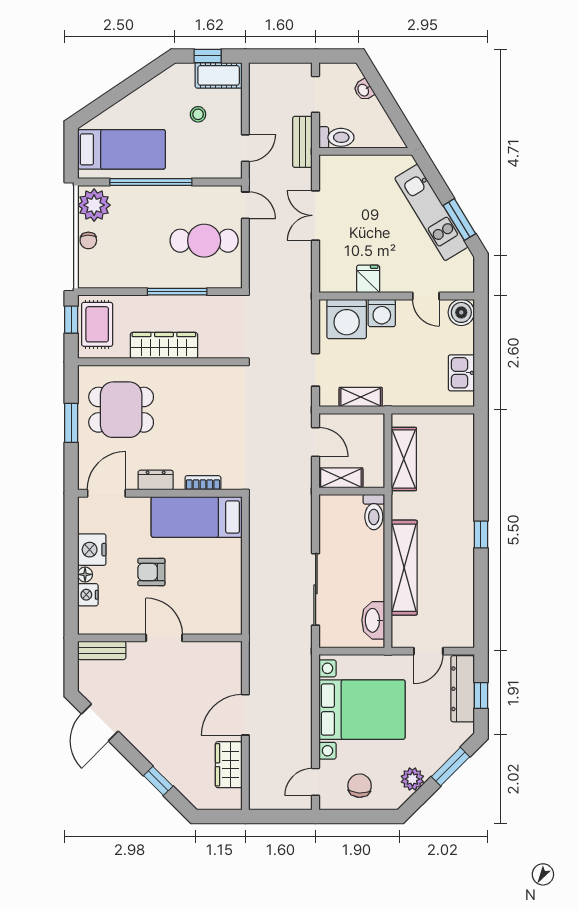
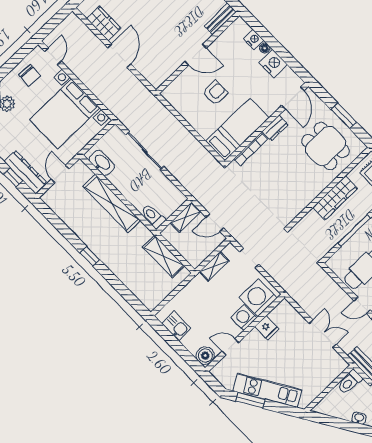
dining table: (121, 410) -> (325, 146), turned 90
bookcase: (203, 483) -> (251, 149), width x1.56
armchair: (151, 572) -> (215, 93), moved

